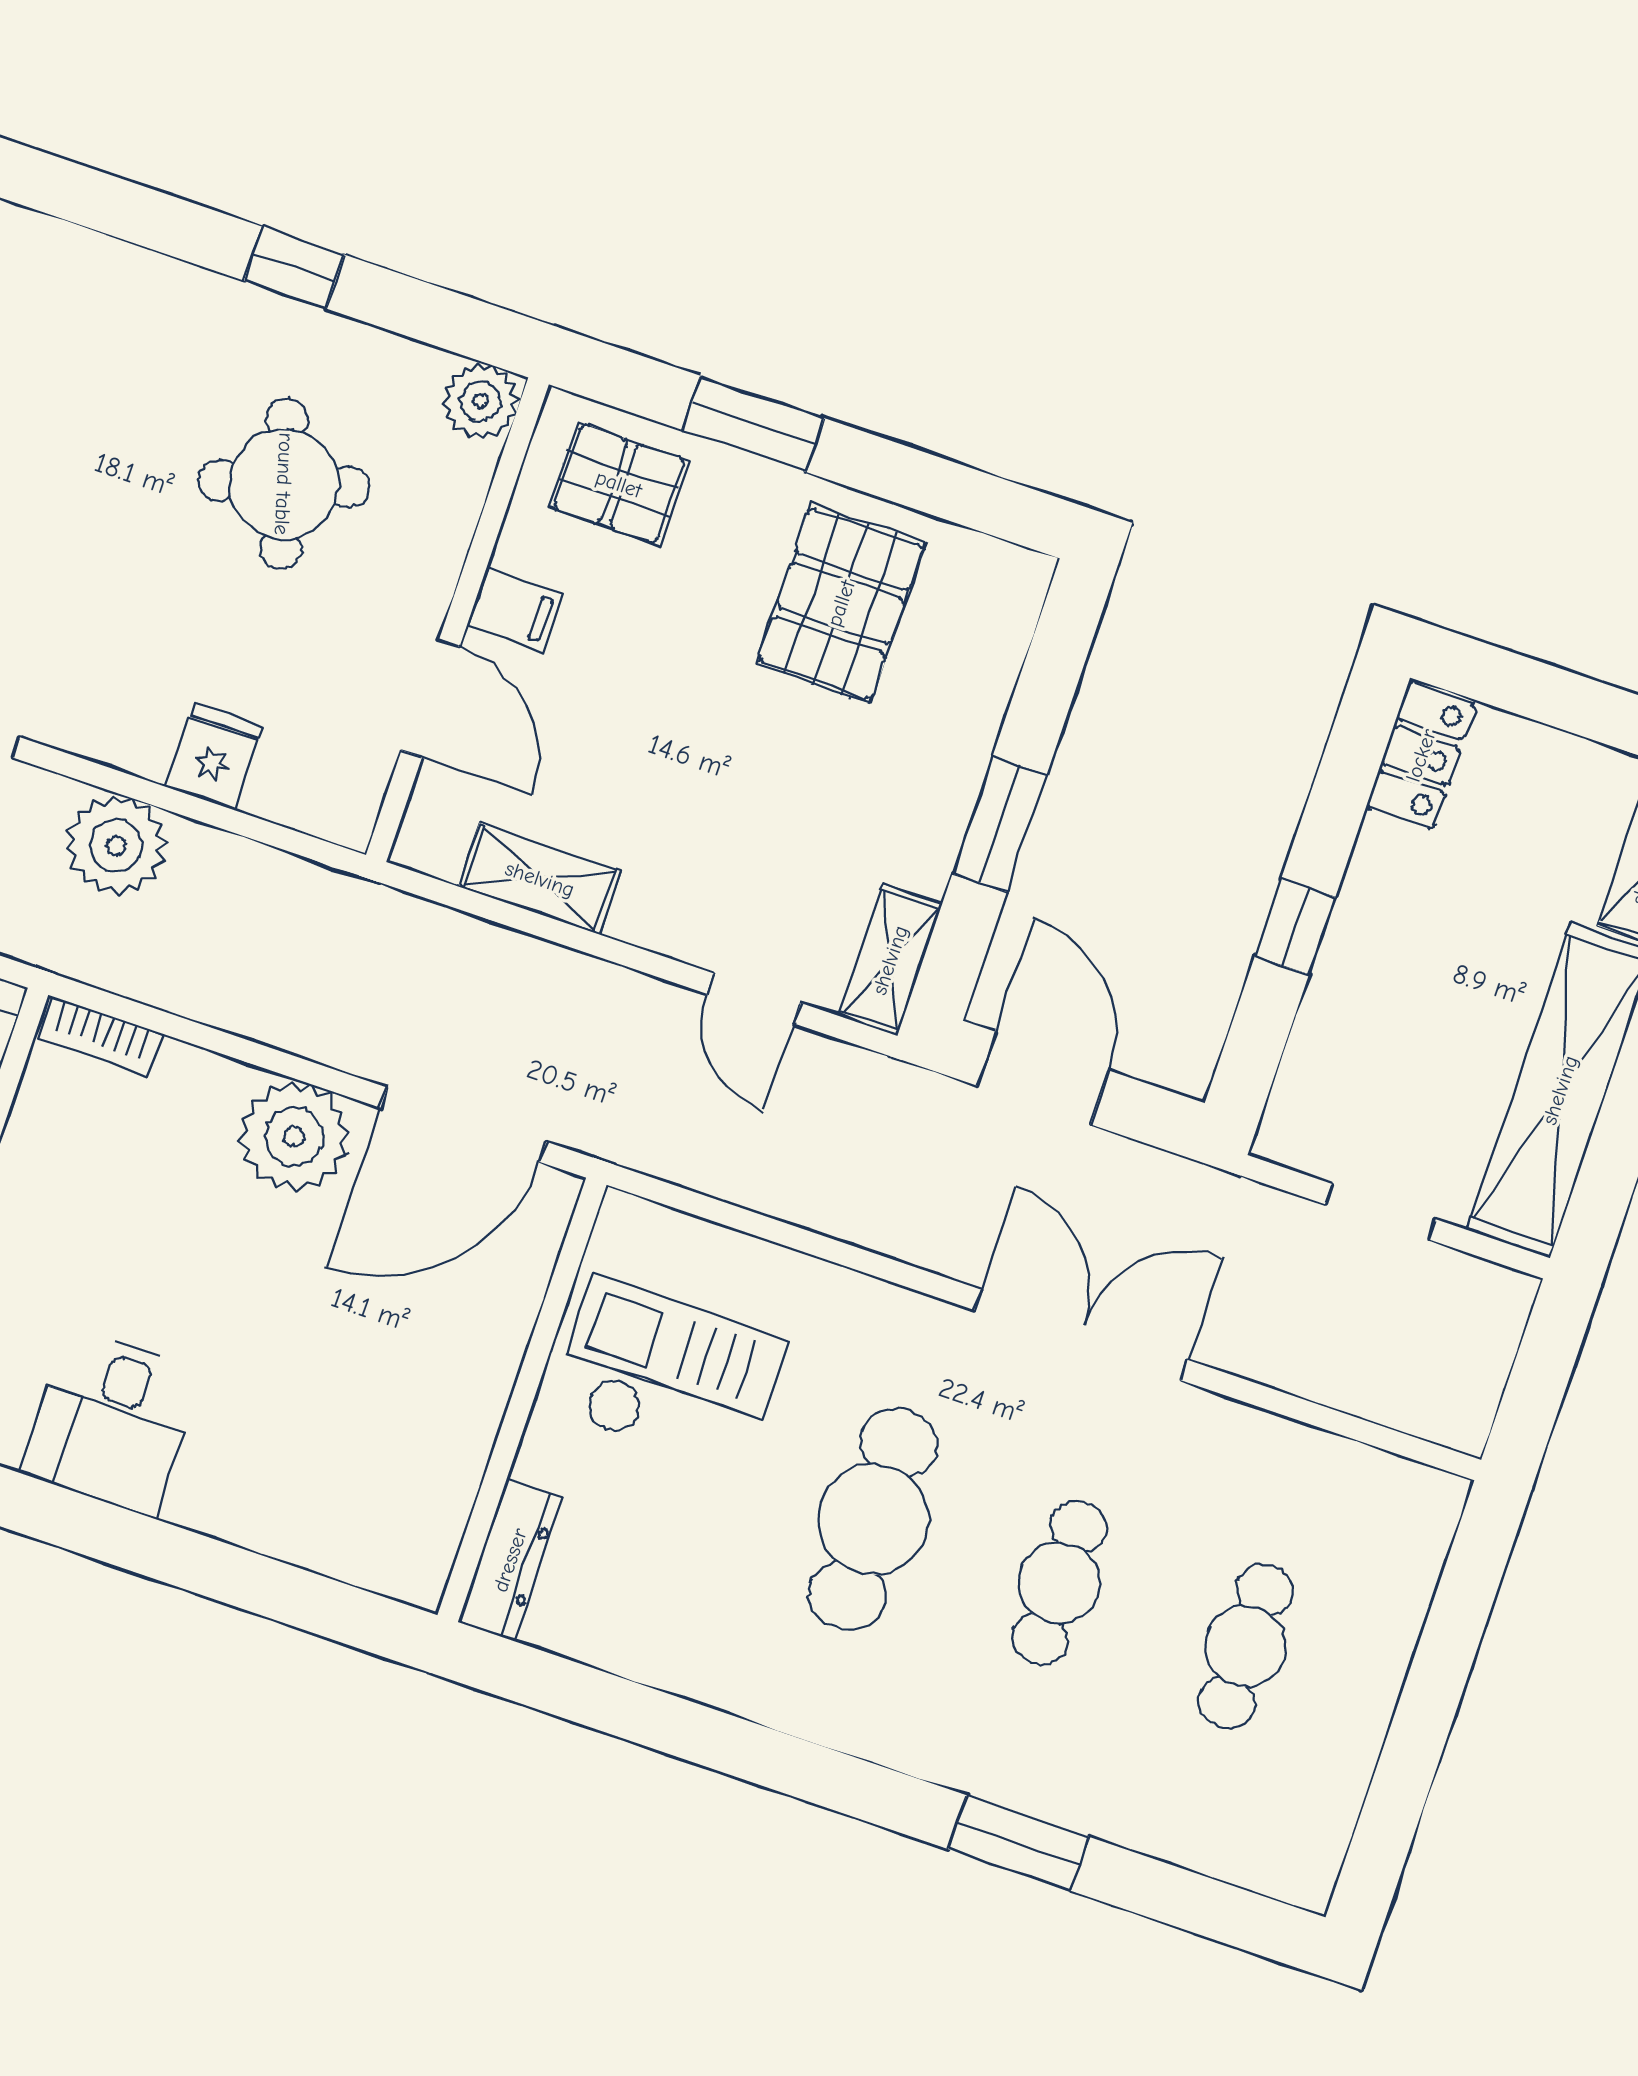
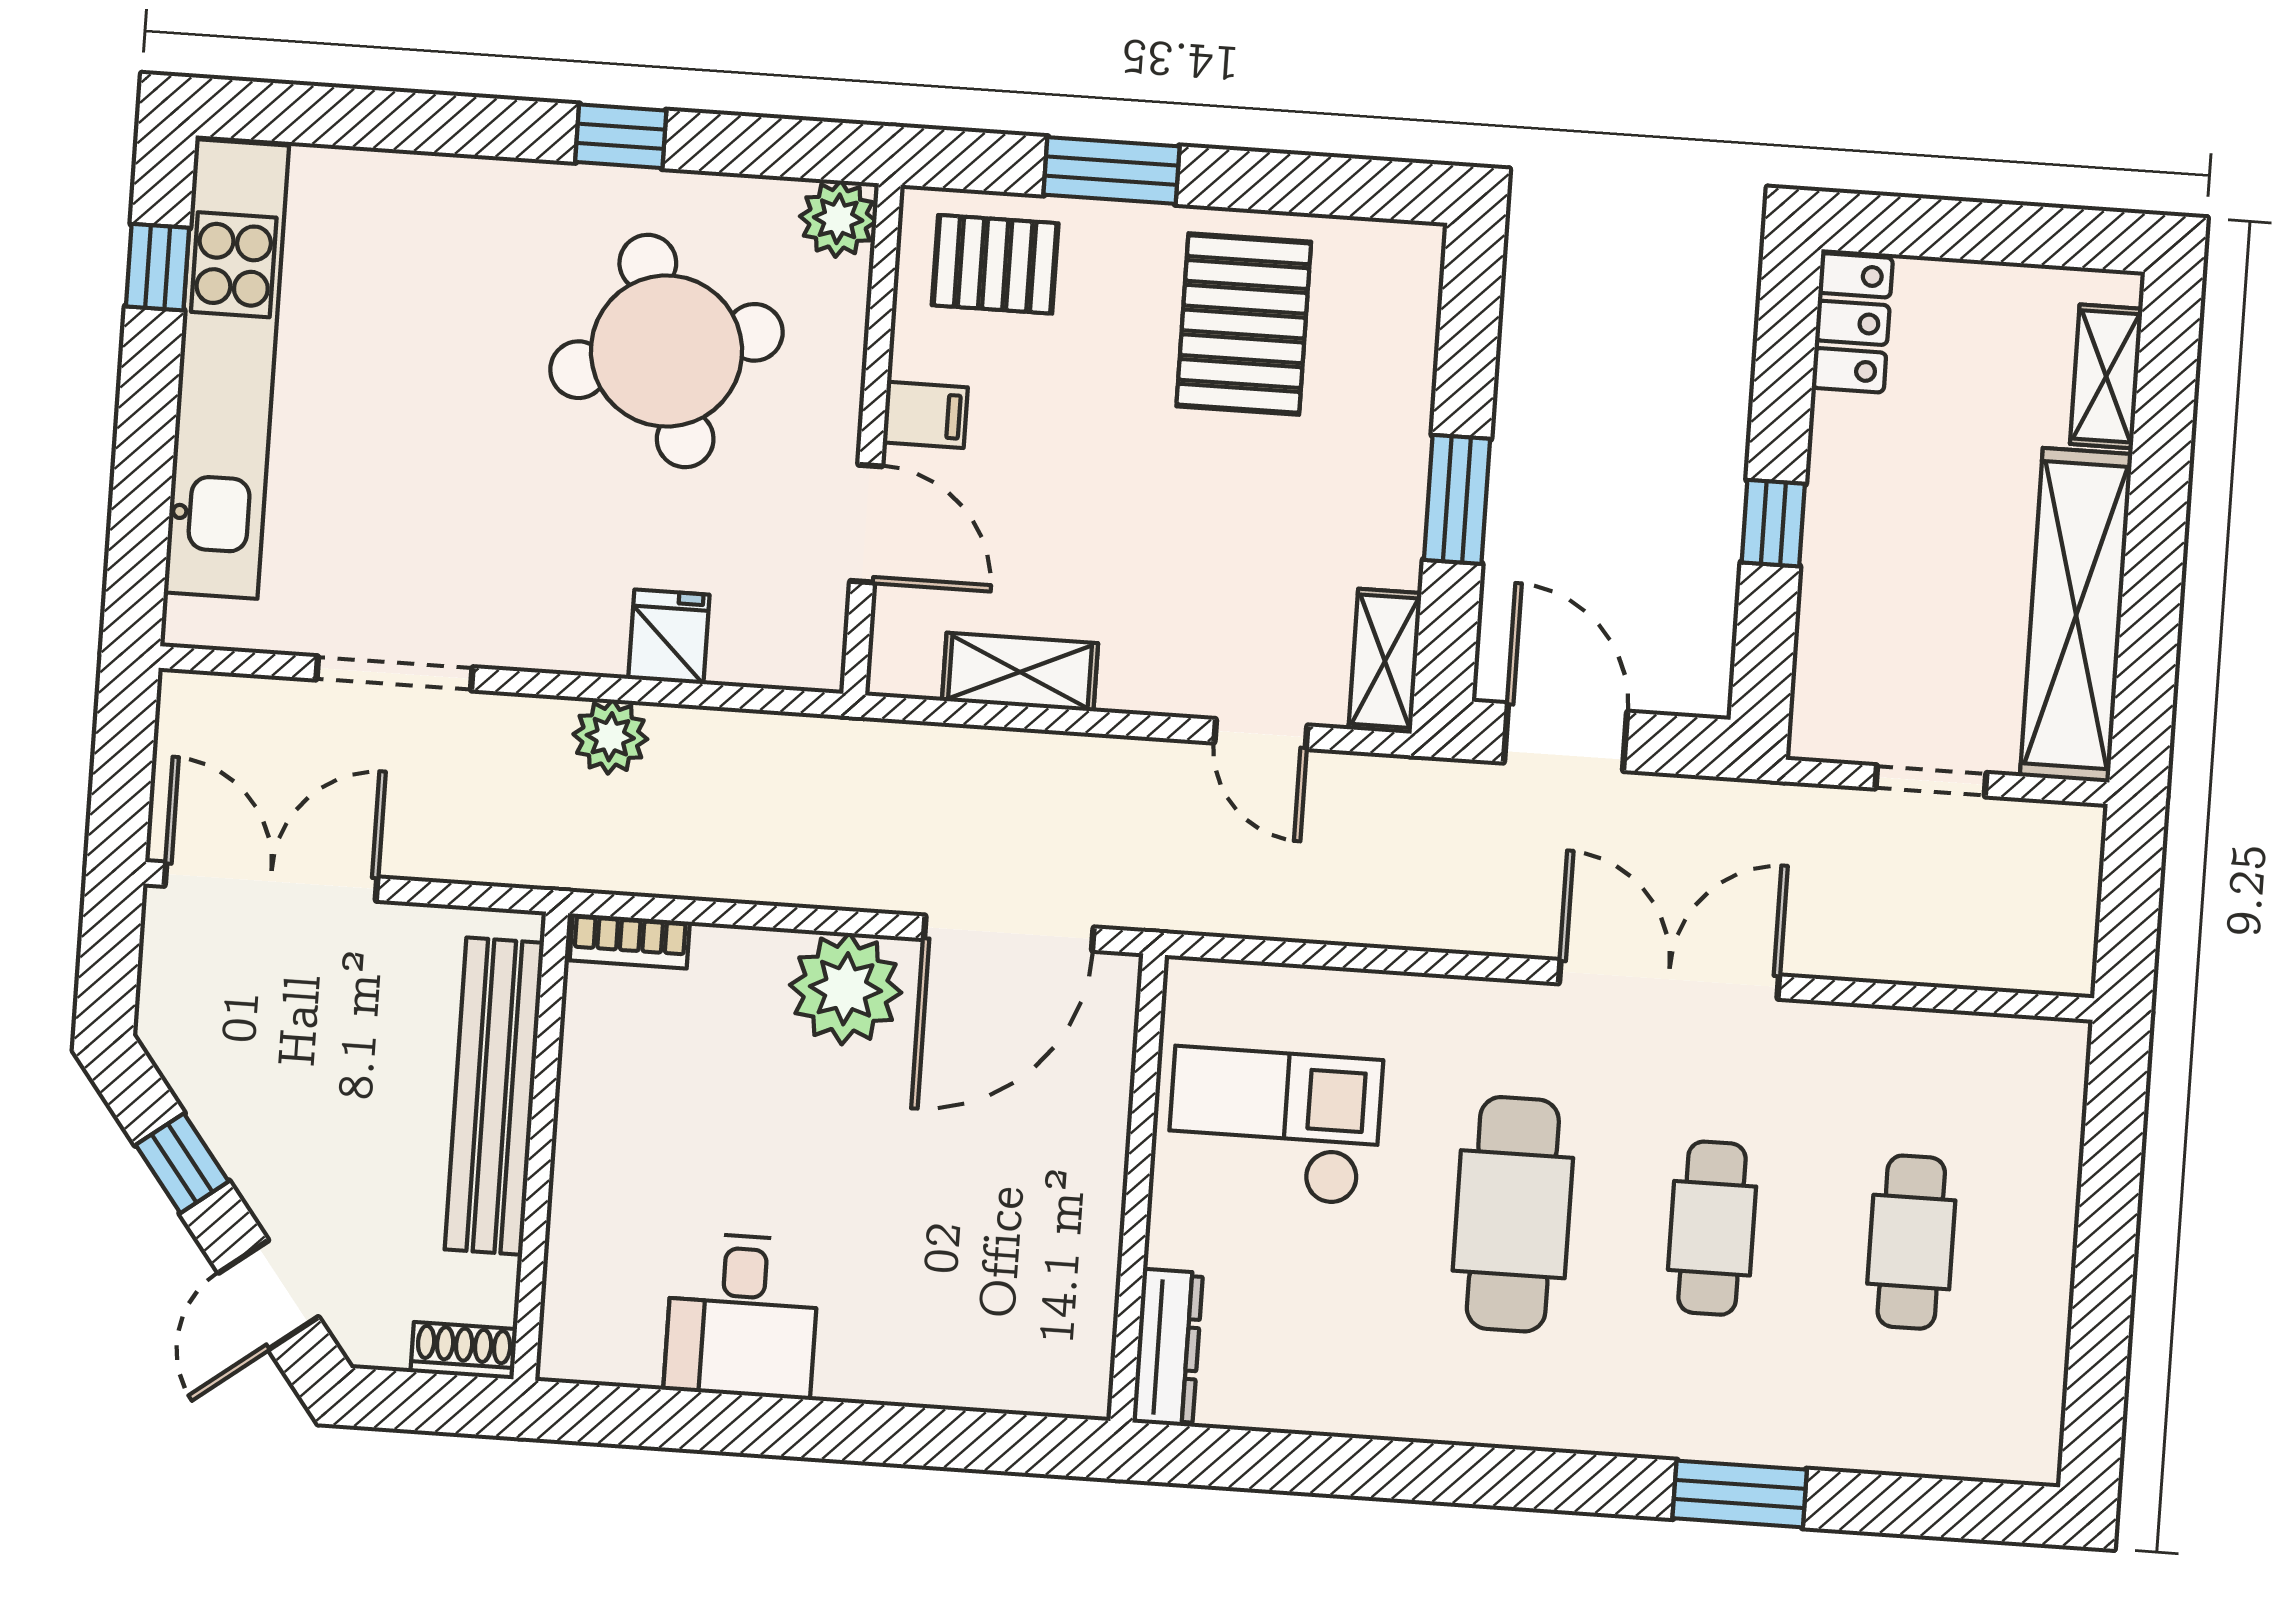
round table: (284, 484) -> (666, 351), width x1.36, depth x1.36
plant: (116, 845) -> (610, 737), width x0.73, depth x0.73

